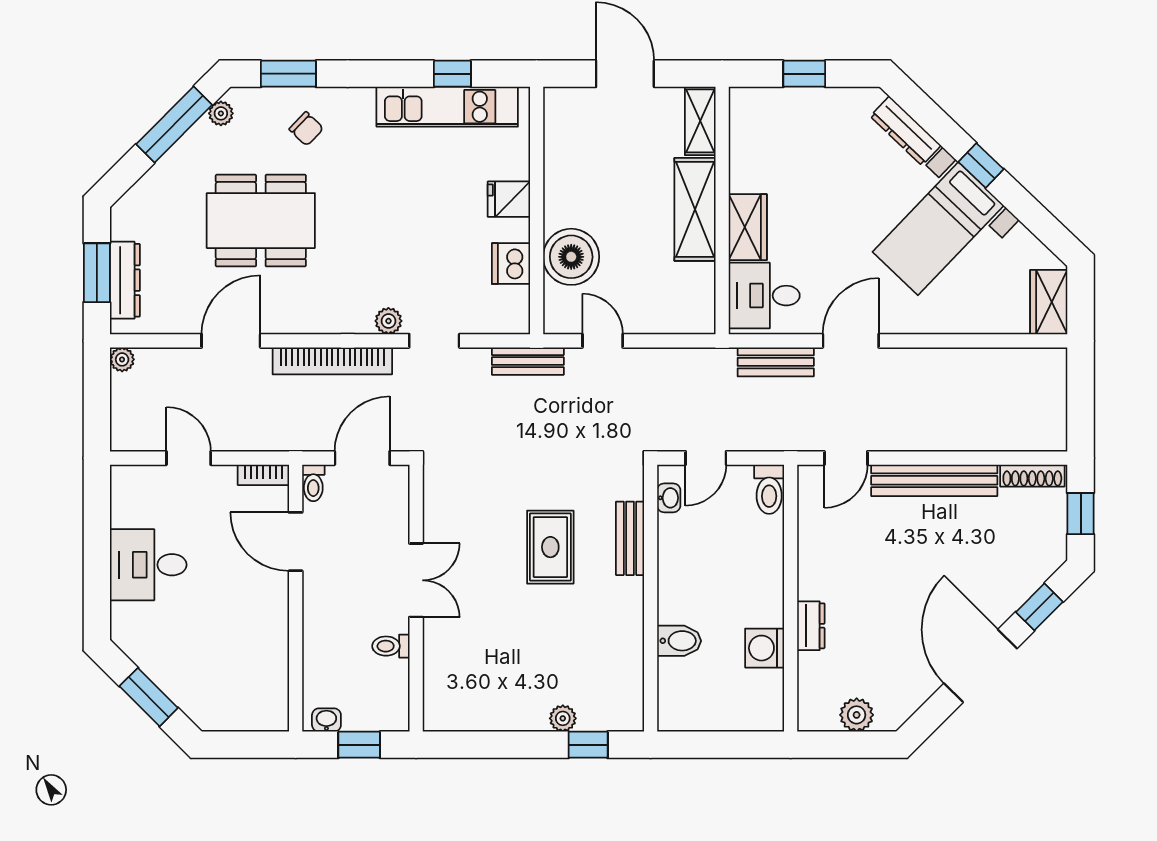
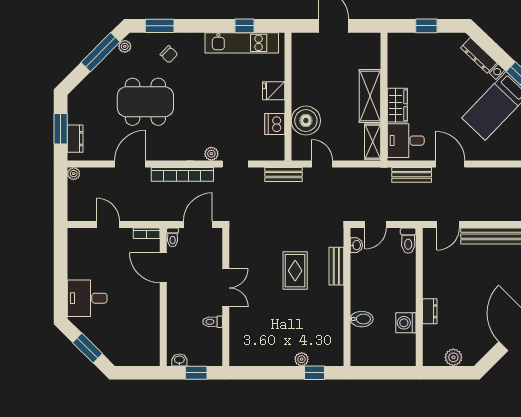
shelving: (700, 121) -> (373, 142), moved
dresser: (125, 280) -> (75, 139), width x0.70
door: (851, 341) -> (450, 164), hinge flipped
desk: (148, 565) -> (87, 298), moved

